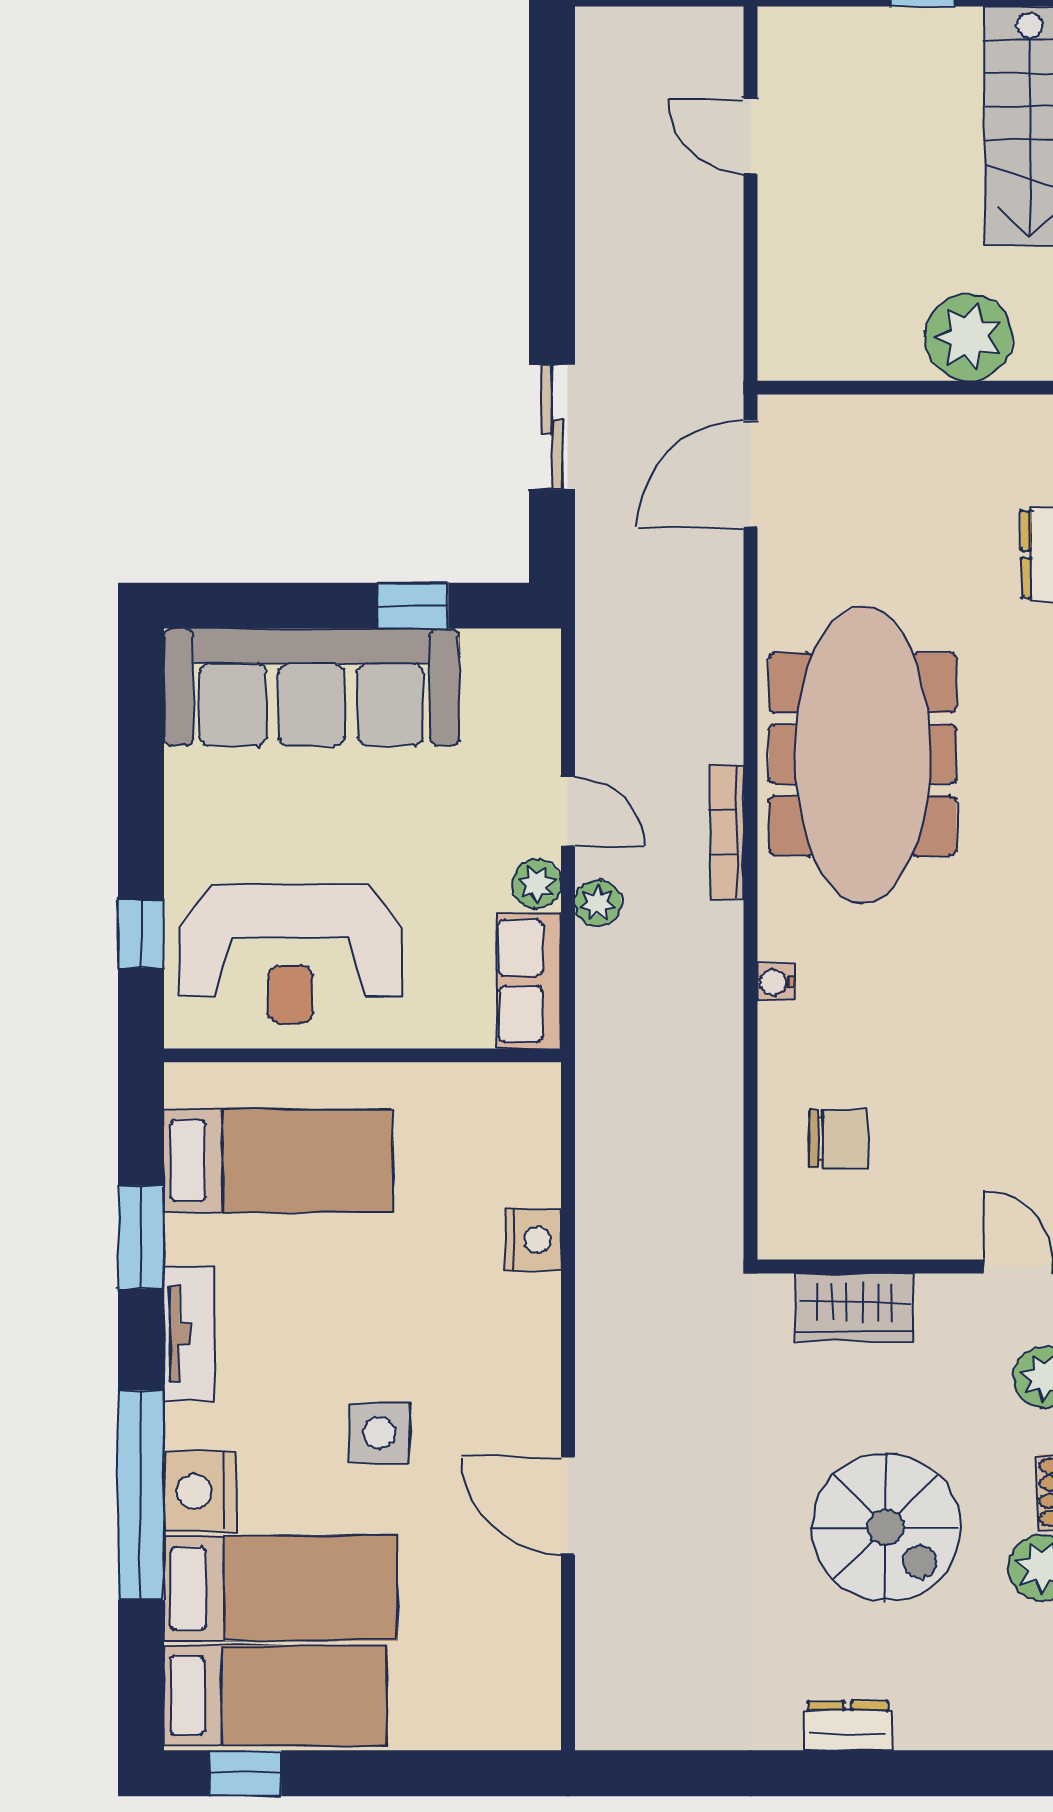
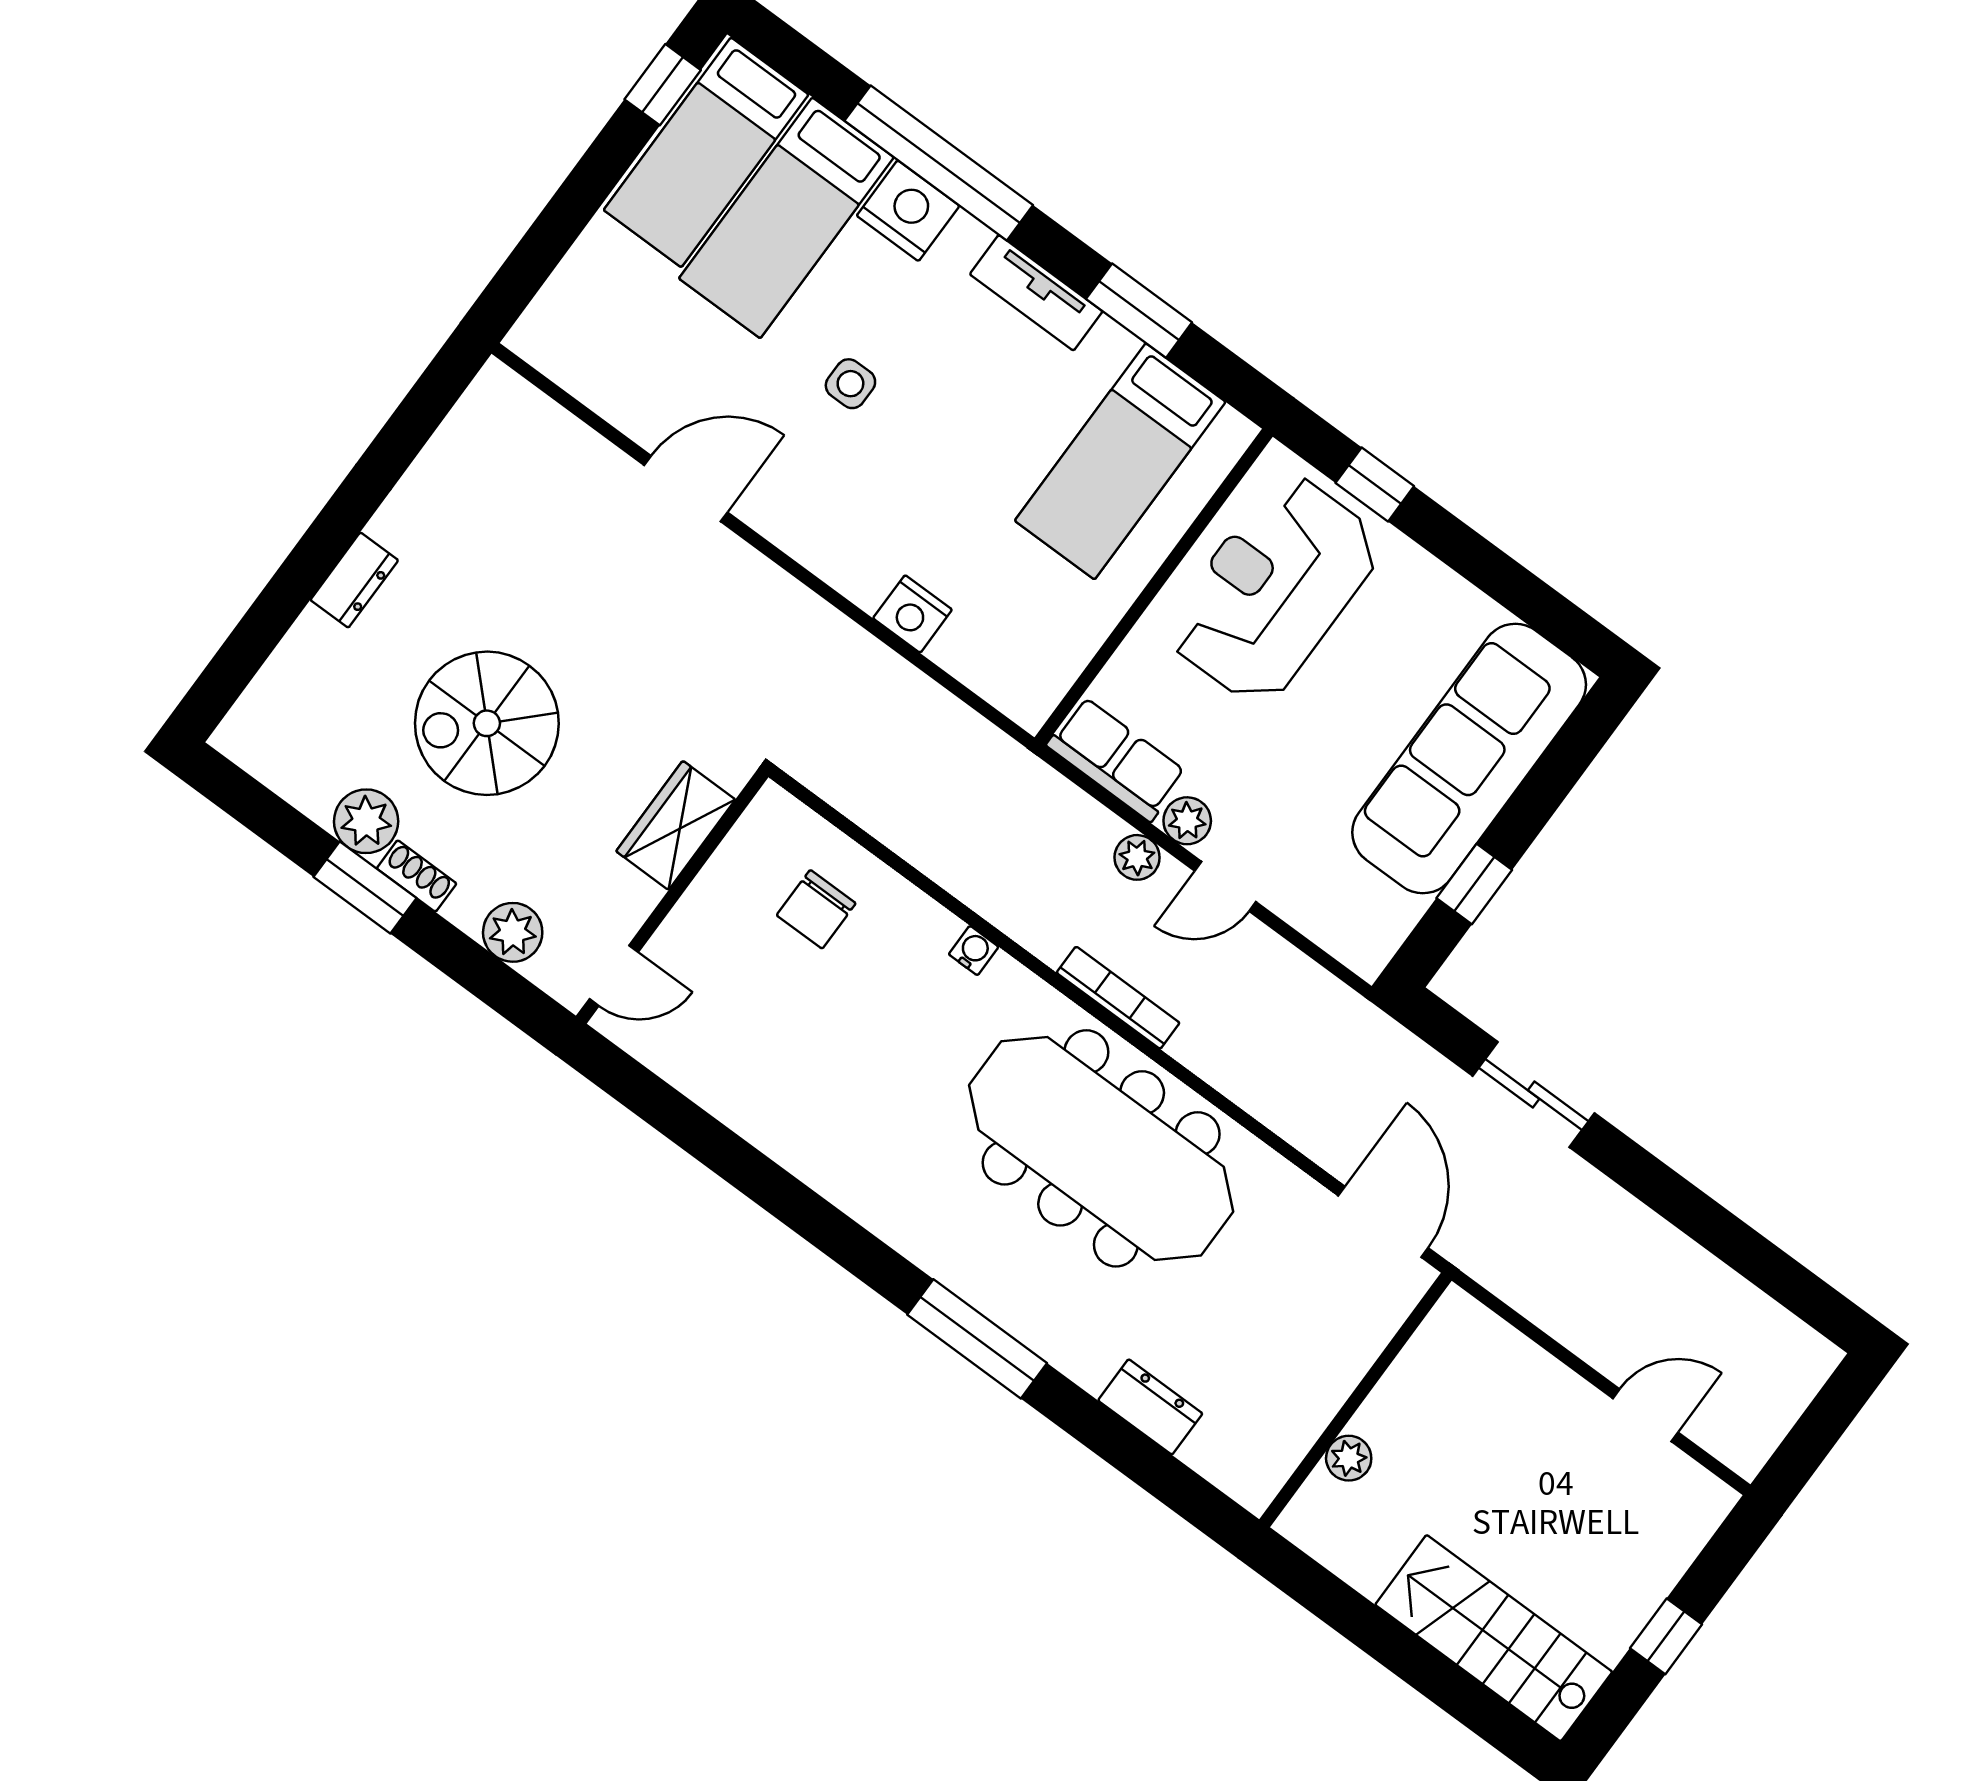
plant: (969, 337) -> (1349, 1458), width x0.53, depth x0.53
side table: (379, 1433) -> (850, 384), width x0.73, depth x0.73

